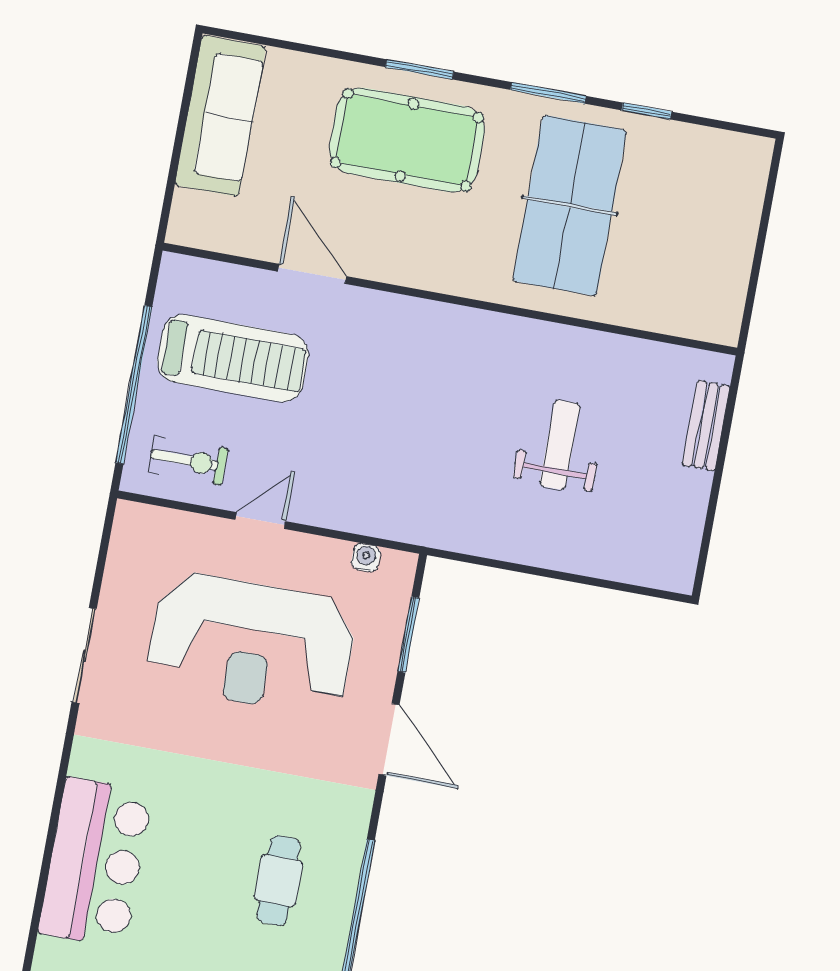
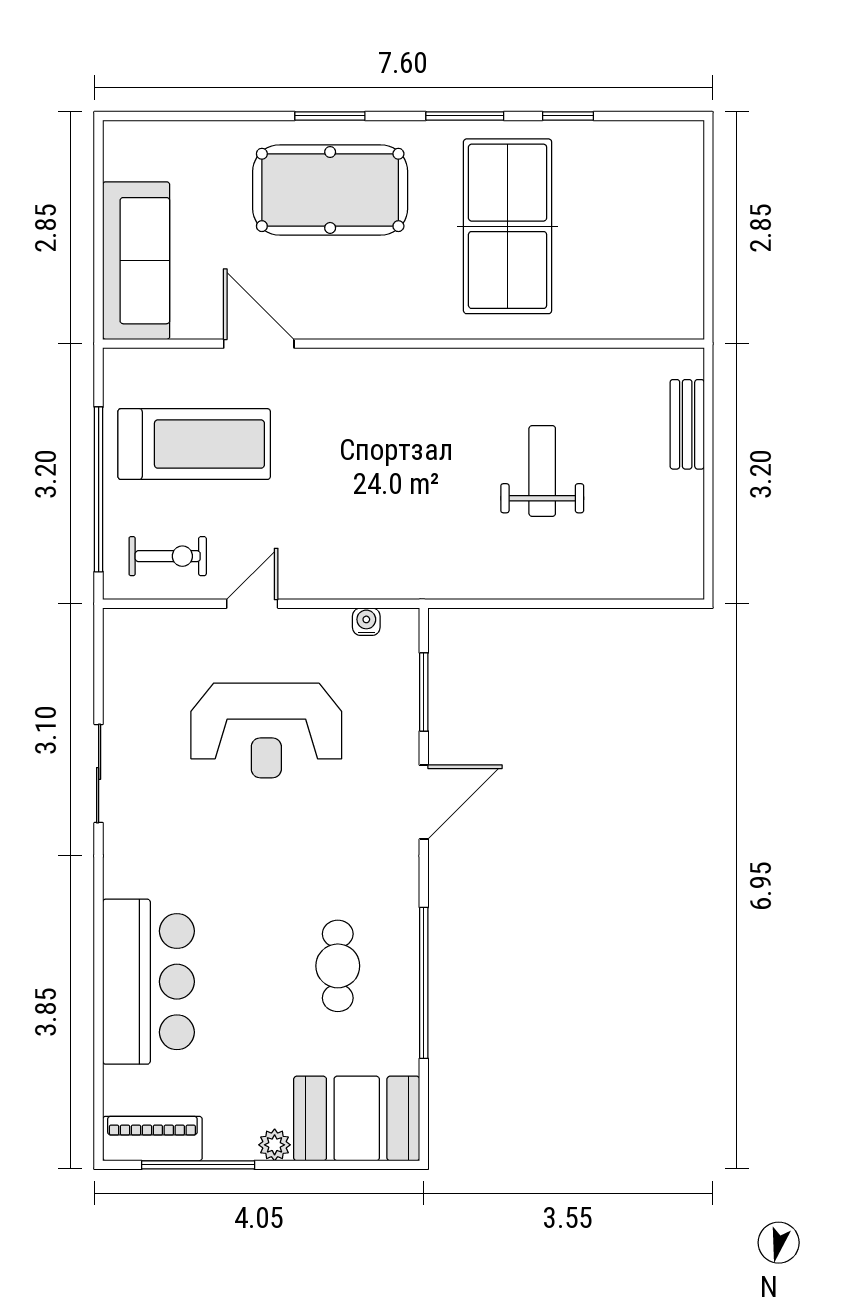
sofa: (220, 116) -> (136, 261), moved
reception desk: (252, 644) -> (266, 730), width x0.74, depth x0.77
door: (389, 739) -> (424, 802), hinge flipped

